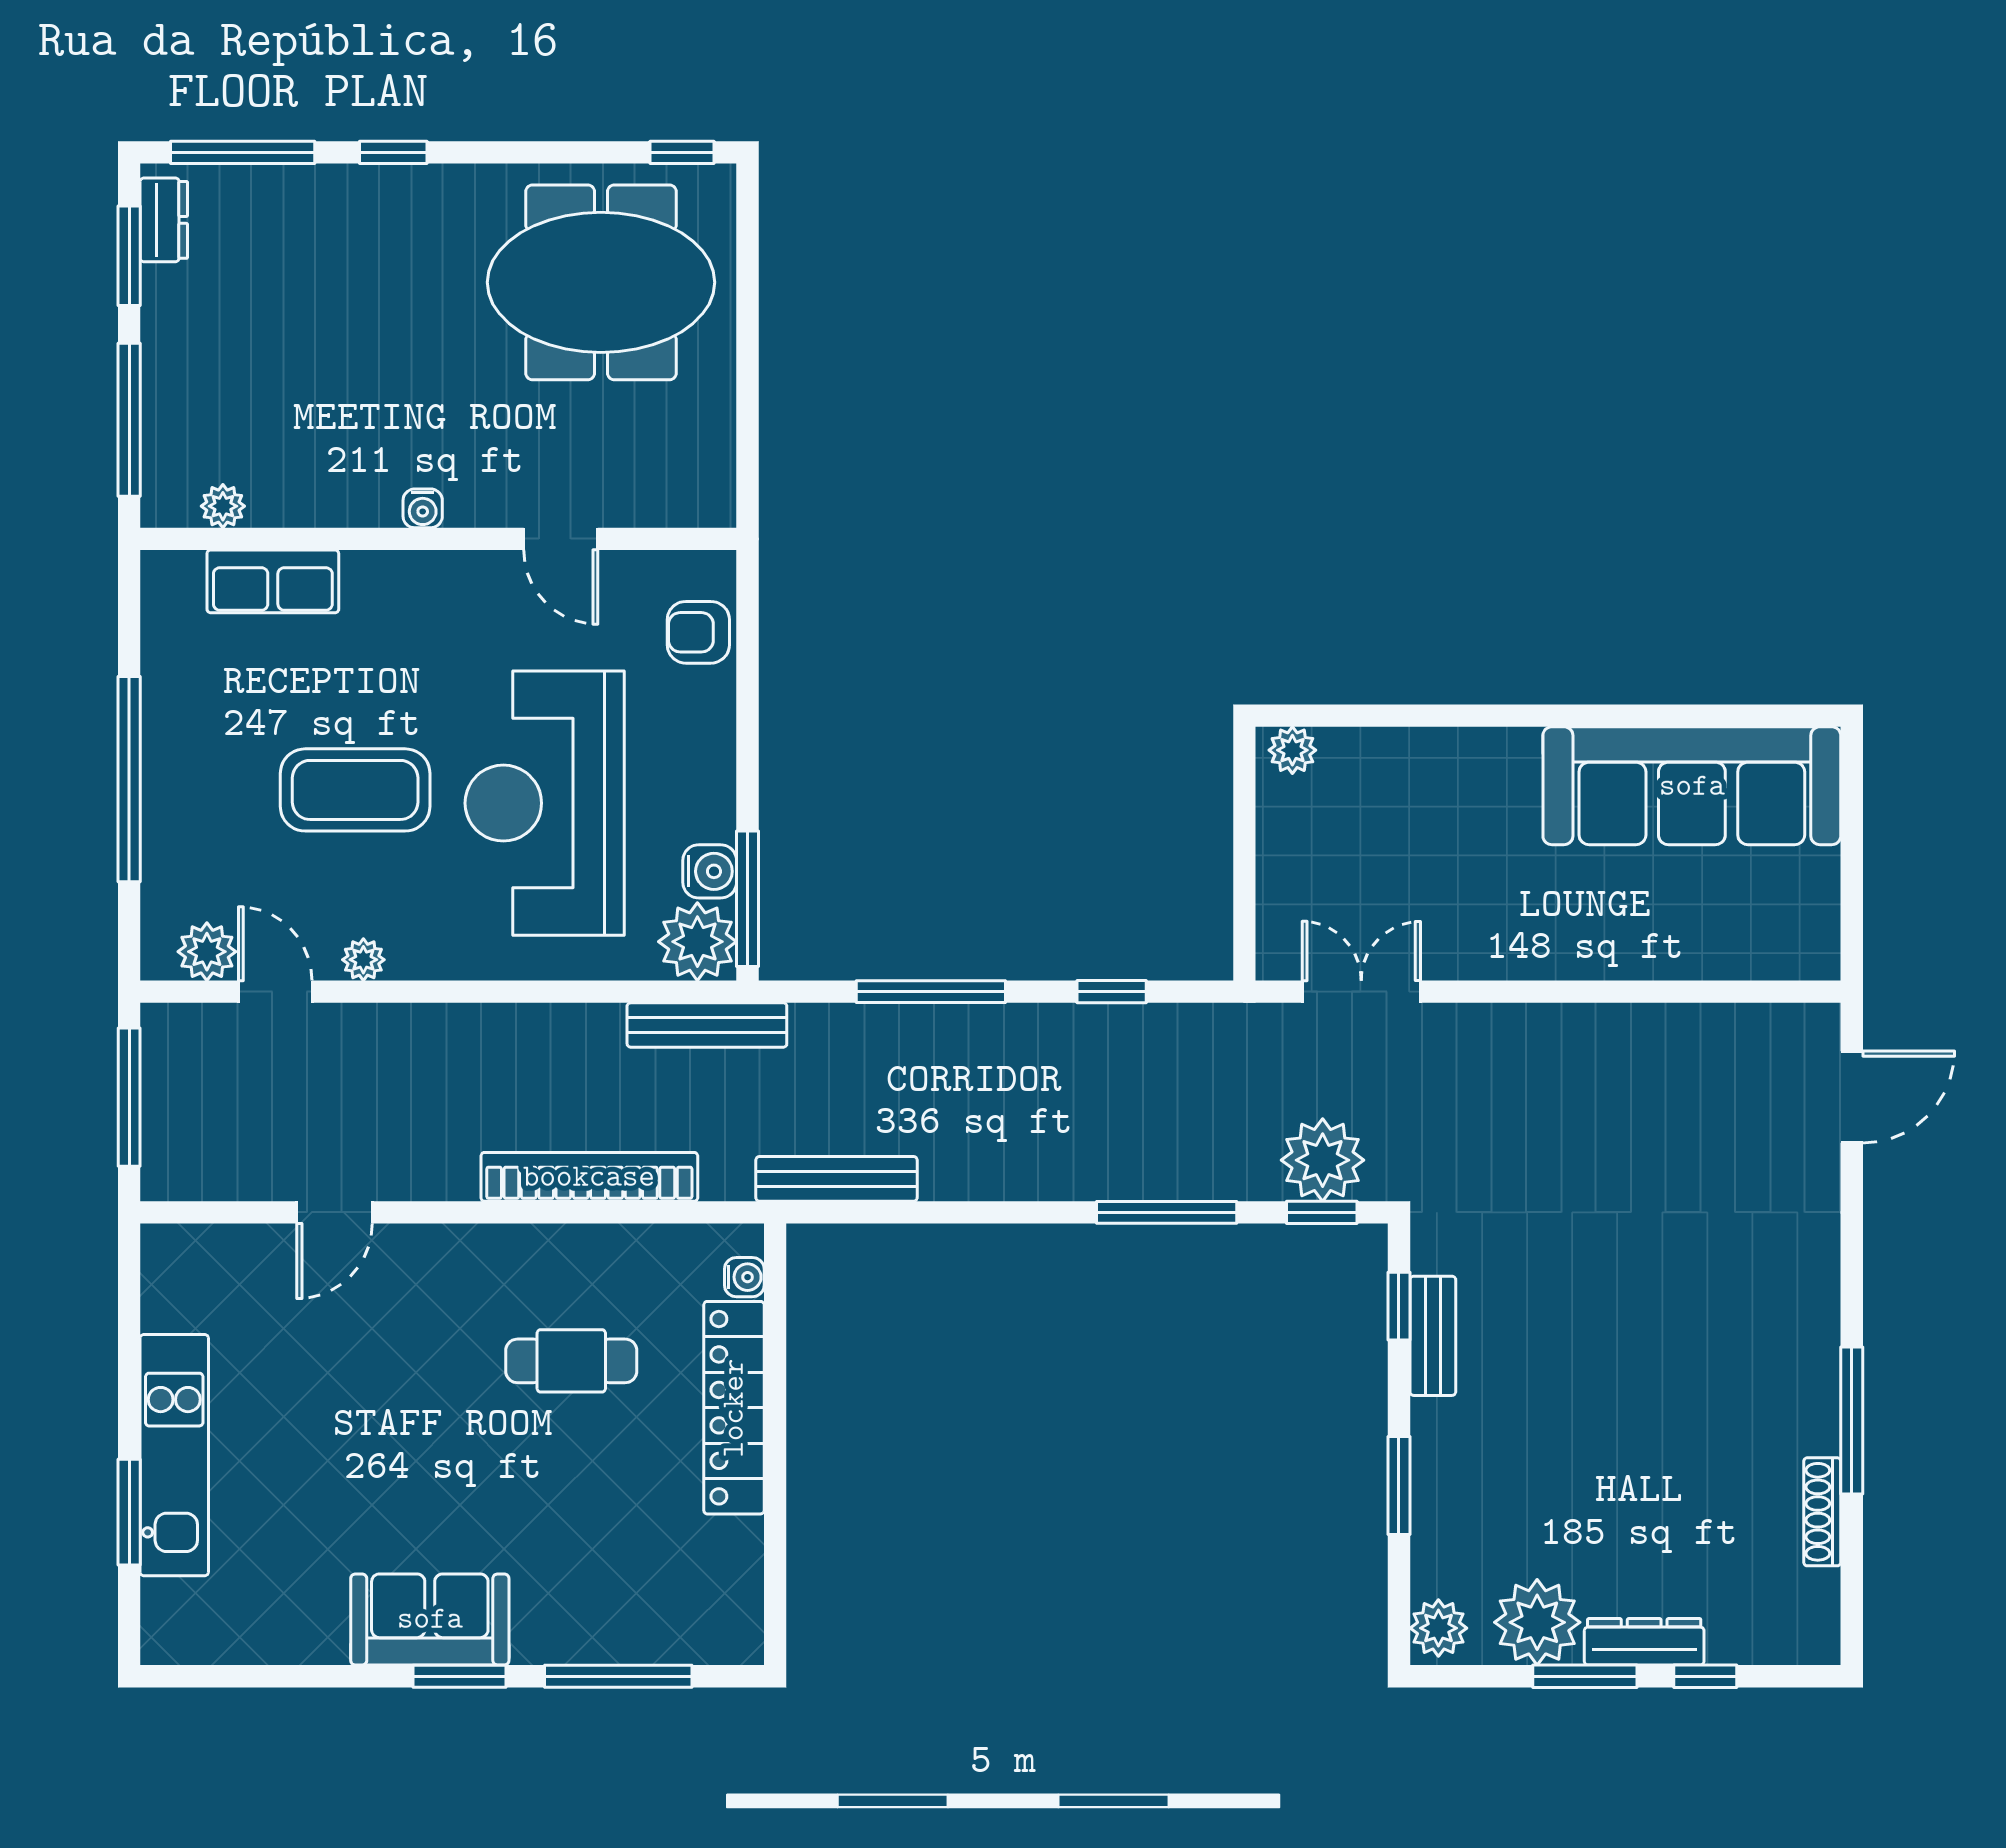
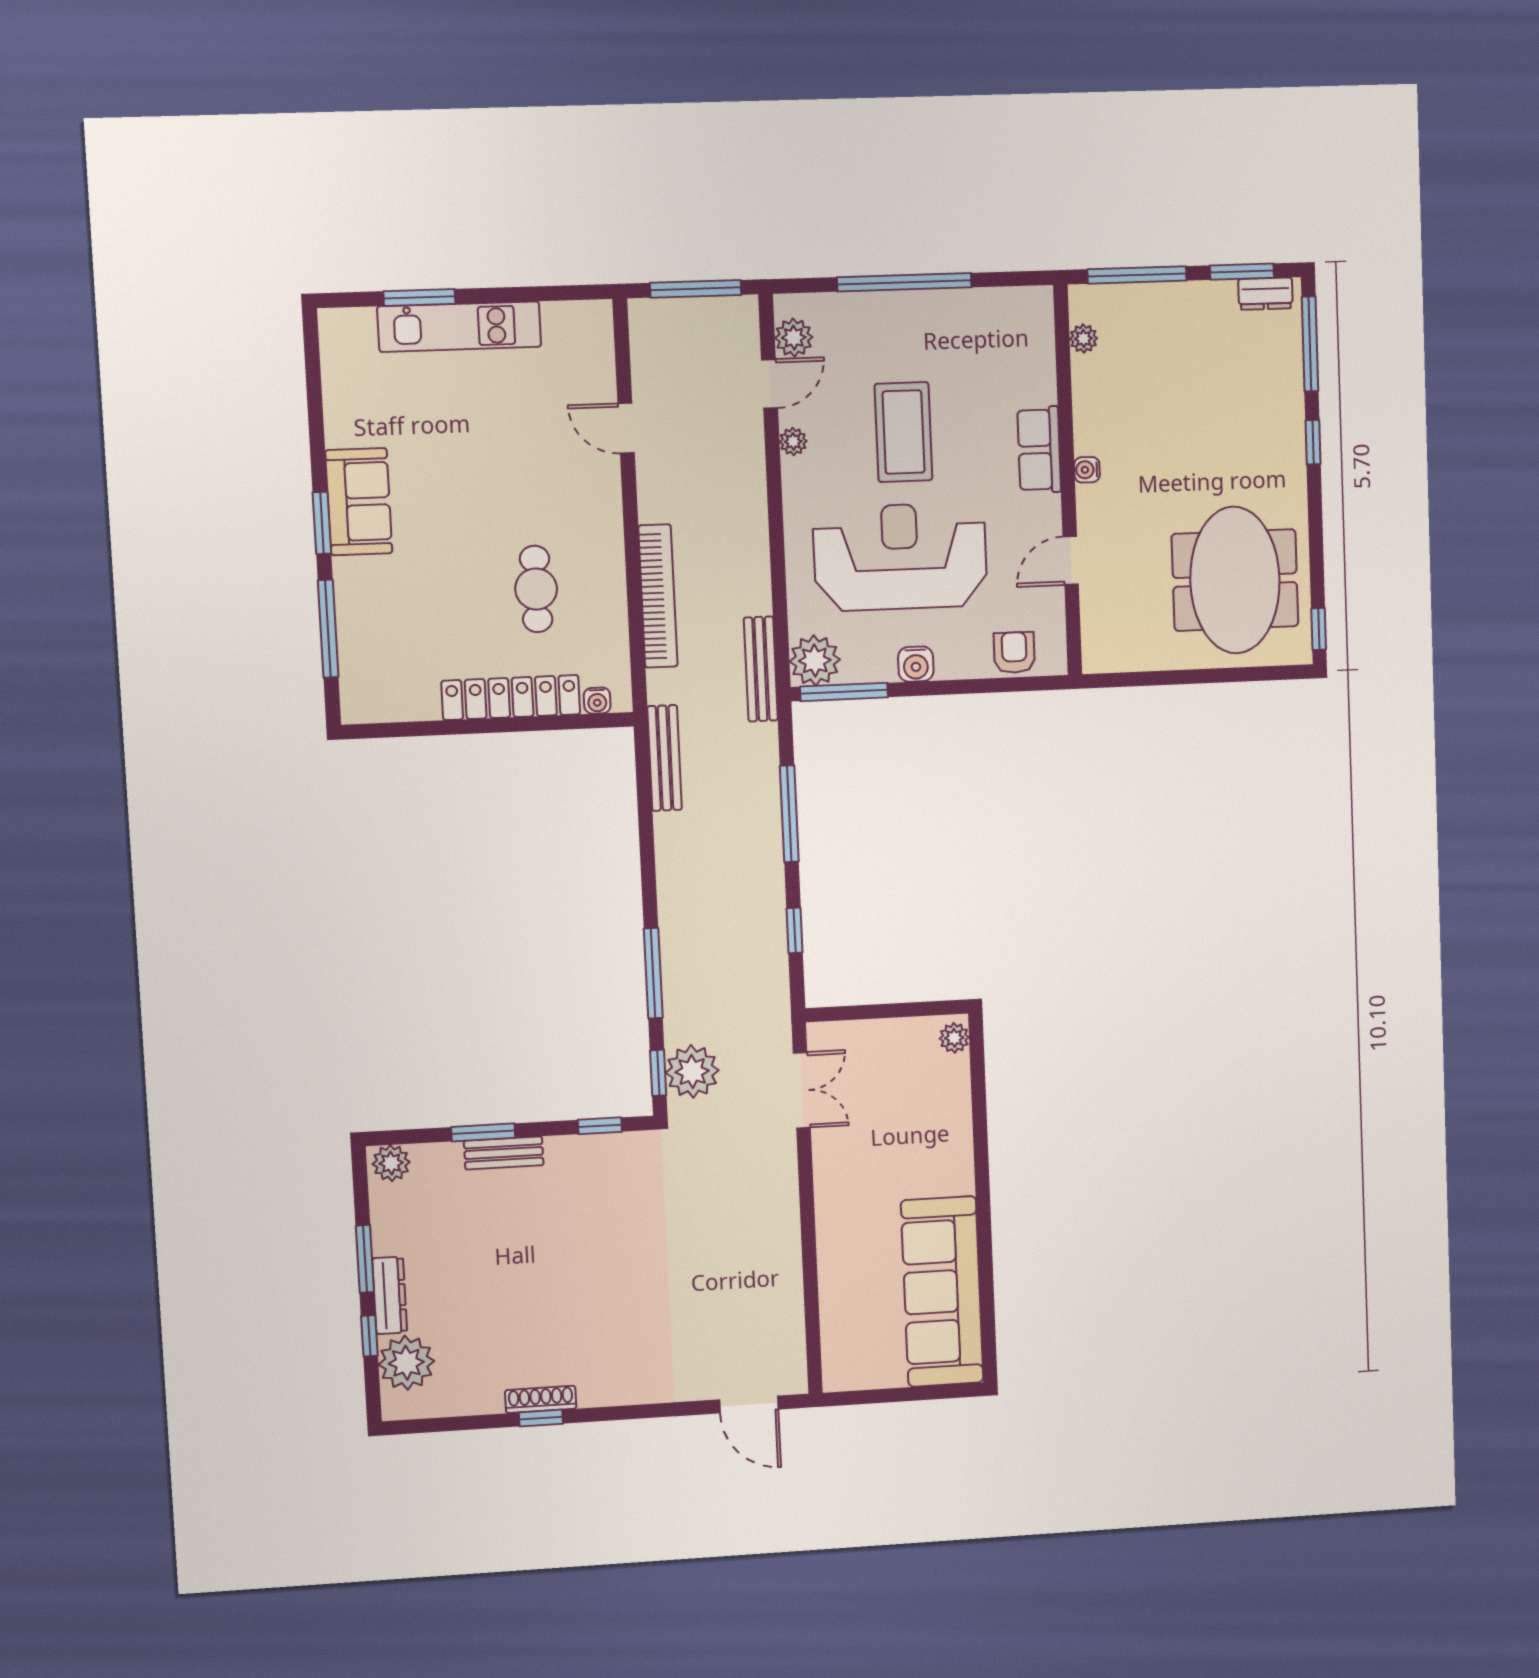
row of seats: (273, 581) -> (1039, 450), moved
water cooler: (710, 871) -> (916, 664), moved
bench: (1433, 1336) -> (504, 1153), moved
window: (1852, 1421) -> (541, 1418), width x0.46
shoe rack: (1822, 1512) -> (541, 1399), moved
plant: (1537, 1622) -> (406, 1363), moved

